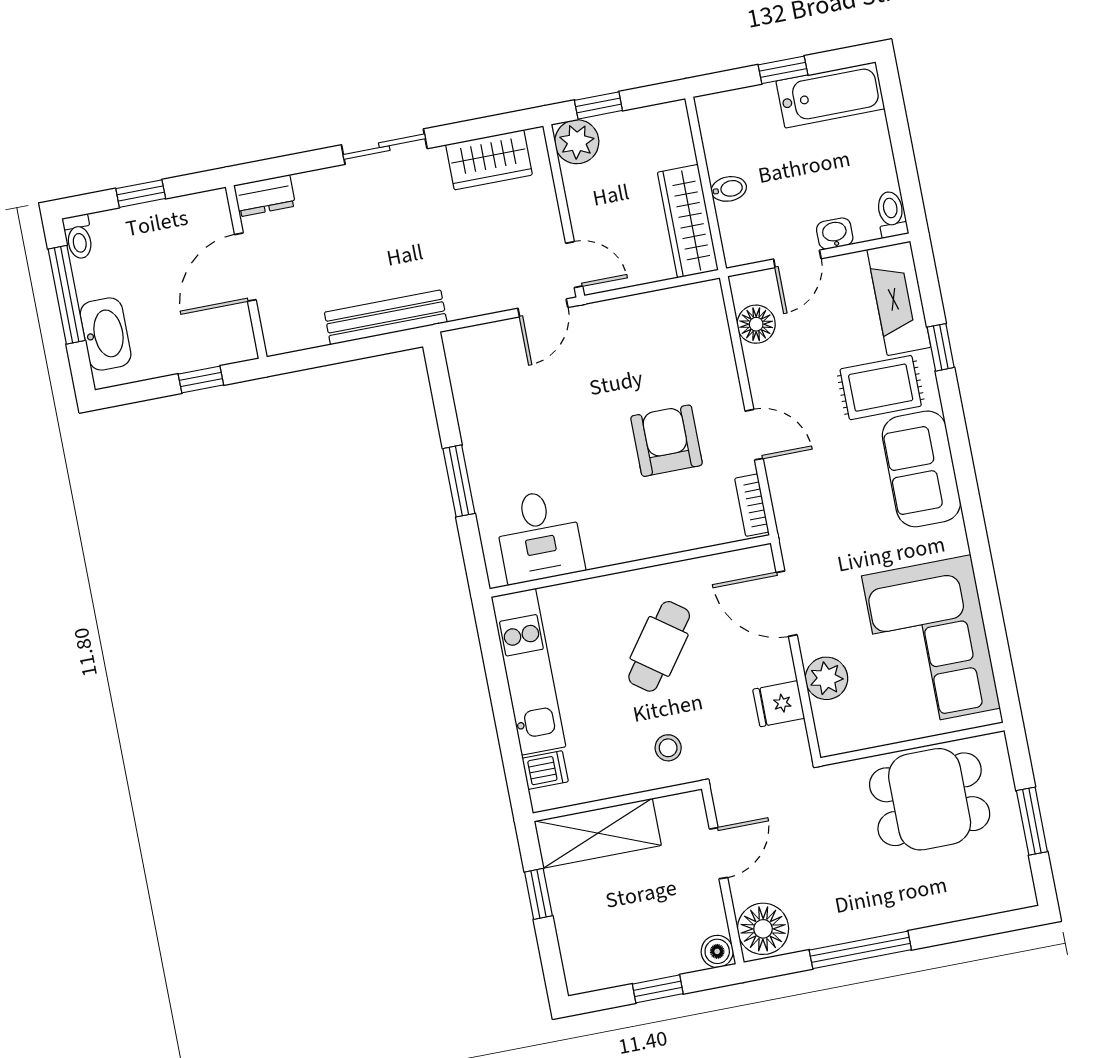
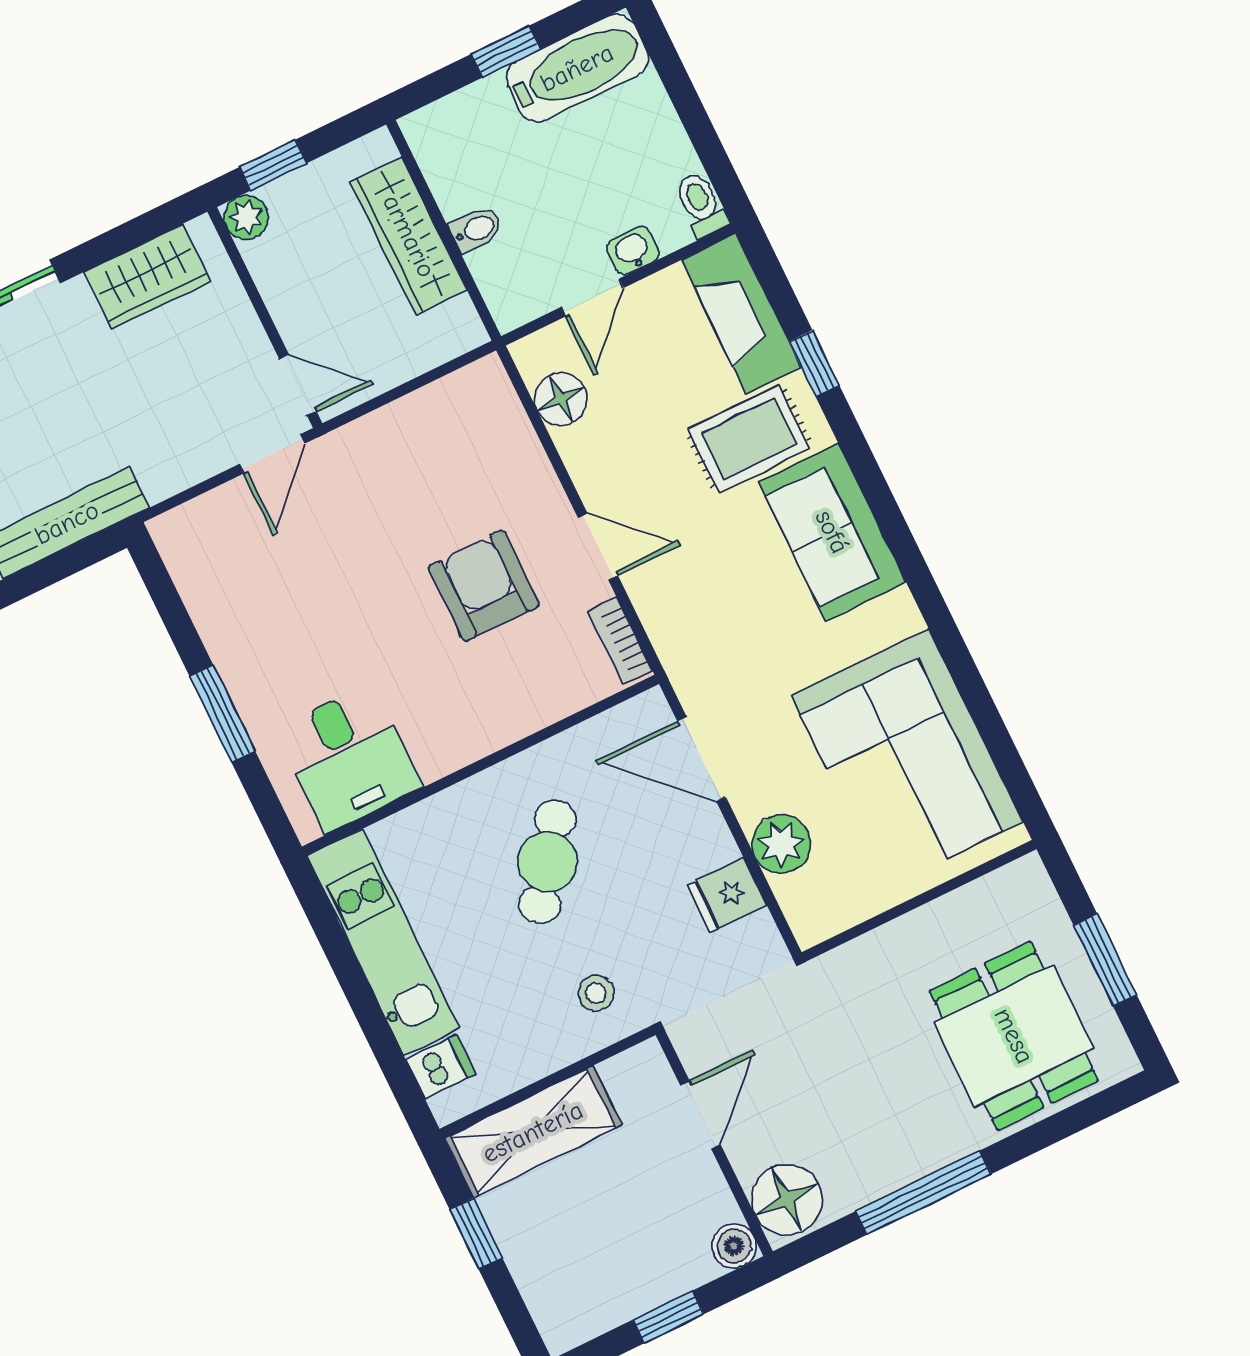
plant: (577, 142) -> (246, 217), width x0.73, depth x0.73
wardrobe: (688, 221) -> (409, 236), moved
dining table: (930, 799) -> (1014, 1036), moved, turned 90

